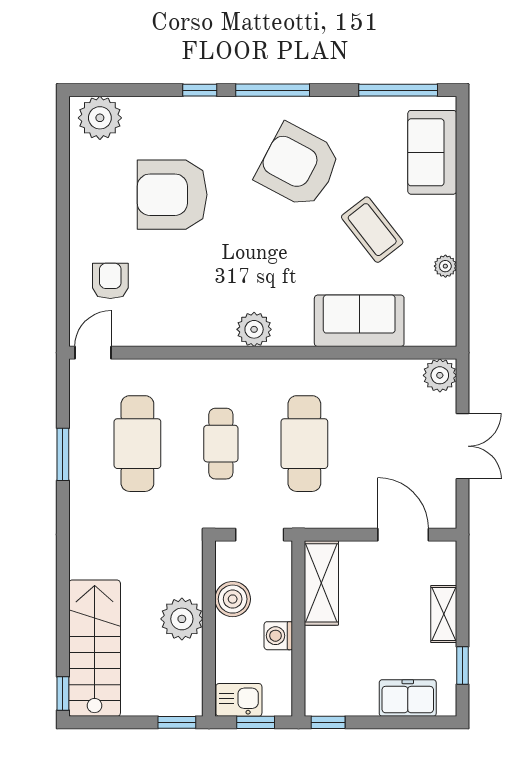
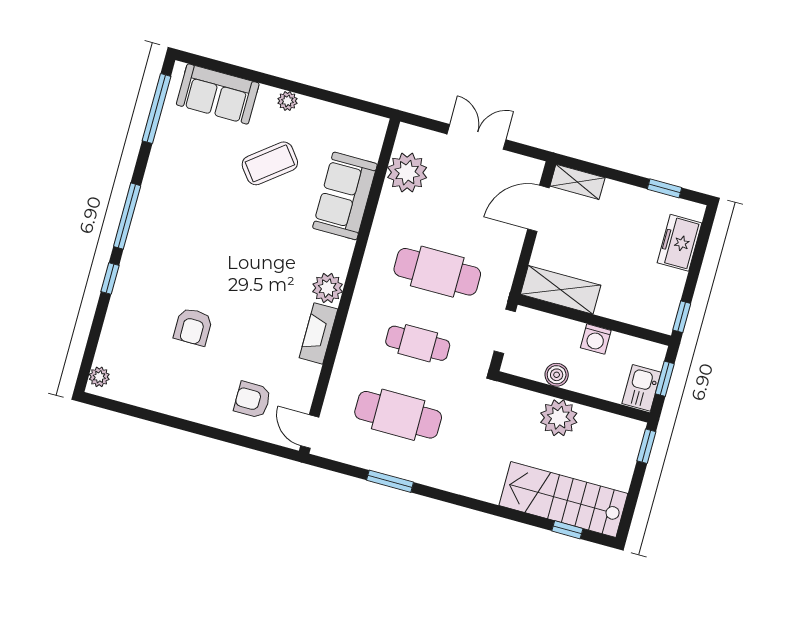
plant: (100, 118) -> (99, 377), width x0.53, depth x0.53
armchair: (298, 166) -> (198, 212), removed
armchair: (172, 195) -> (193, 327), width x0.53, depth x0.53
plant: (445, 266) -> (287, 101), moved
fireplace: (202, 333) -> (318, 333), added
plant: (440, 375) -> (407, 173), moved, width x1.36, depth x1.36
boiler: (233, 599) -> (557, 375), width x0.73, depth x0.73
shelving: (444, 614) -> (577, 182), moved
window: (63, 693) -> (567, 530), moved

